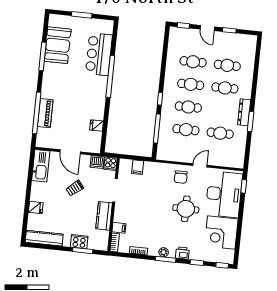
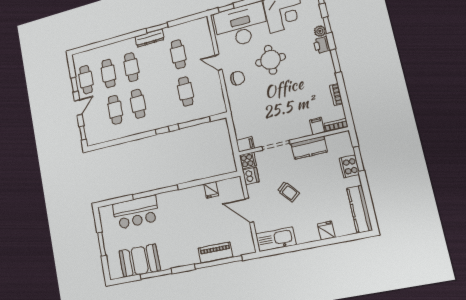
cafe table: (188, 107) -> (86, 80), moved
door: (70, 152) -> (249, 210), swing flipped
filing cabinet: (138, 167) -> (245, 144), moved
plant: (164, 252) -> (320, 31), moved

